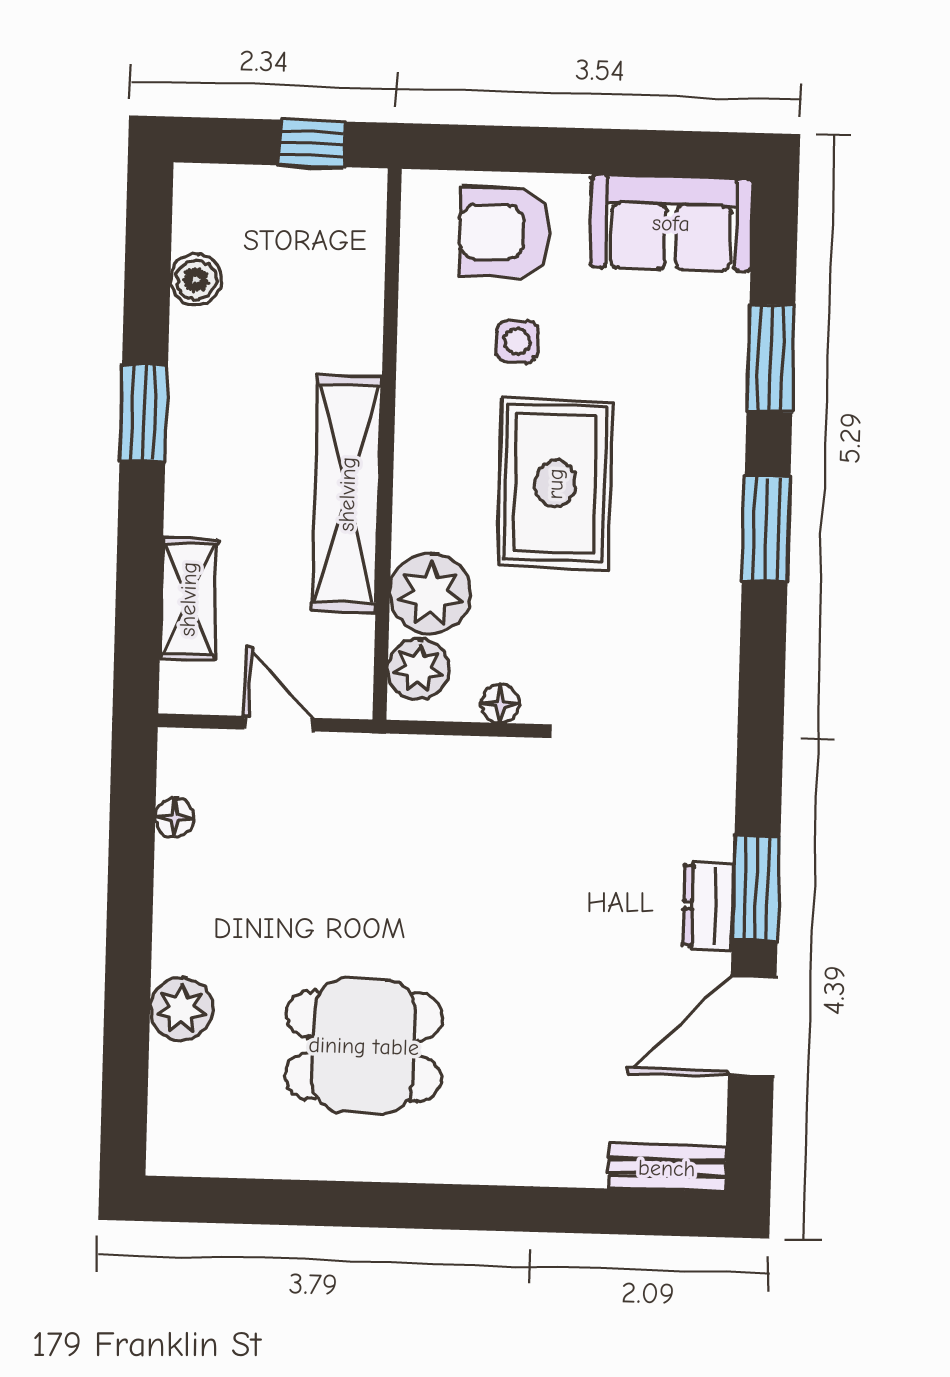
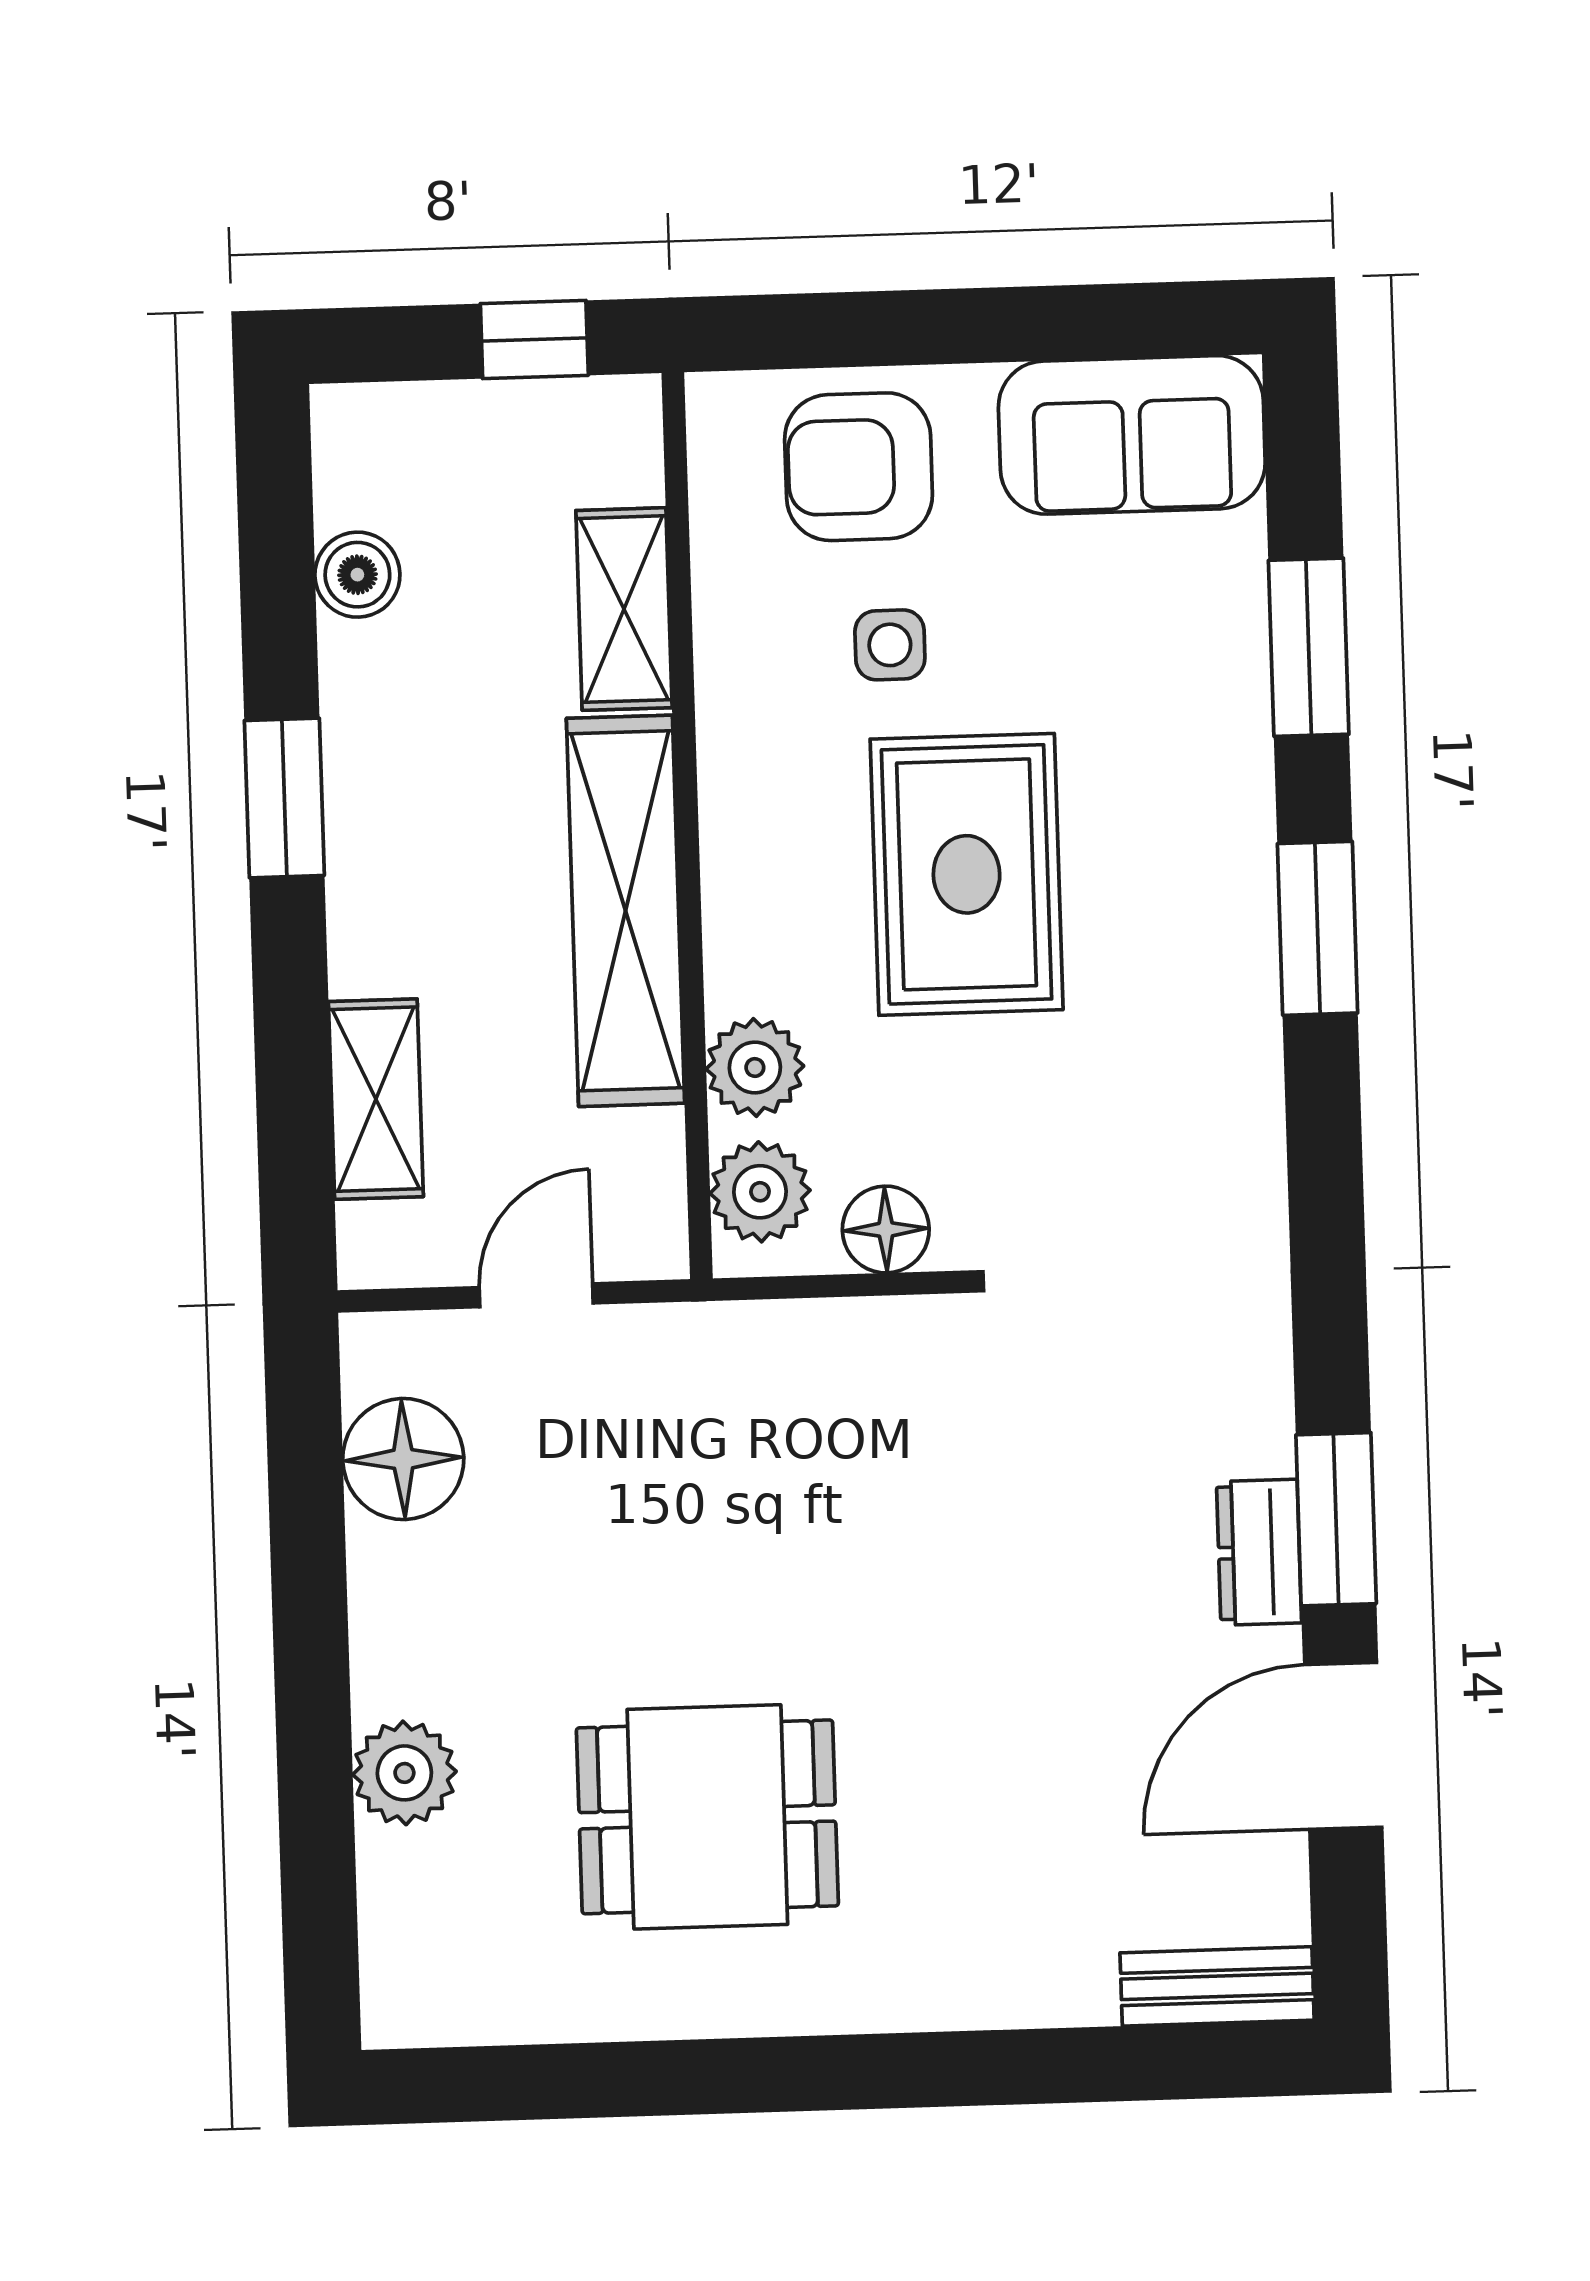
shelving: (357, 310) -> (624, 609), added
plant: (430, 594) -> (755, 1068), width x0.73, depth x0.73
floor lamp: (500, 704) -> (886, 1230), width x1.37, depth x1.37
door: (279, 724) -> (536, 1295), hinge flipped
floor lamp: (175, 818) -> (403, 1459), width x1.89, depth x1.89

